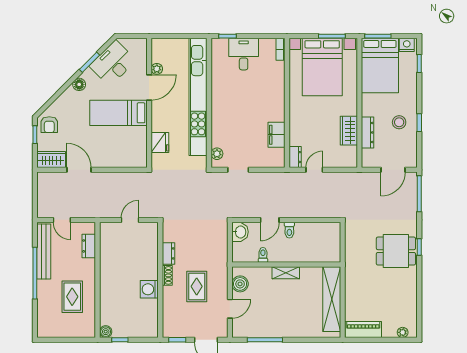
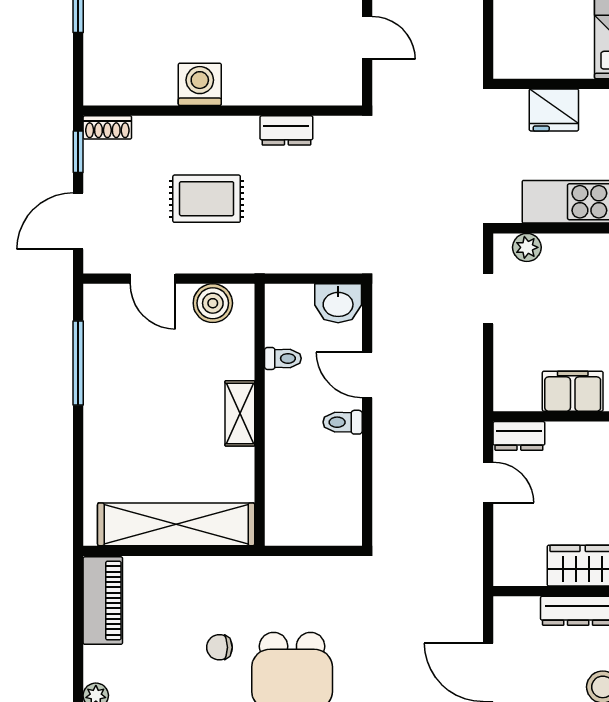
shoe rack: (167, 275) -> (107, 127), moved
chair: (383, 281) -> (219, 647), added

